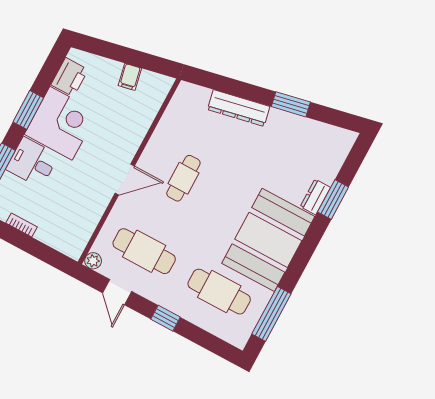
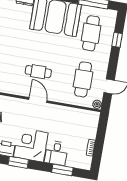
window: (28, 110) -> (18, 162), moved
door: (125, 180) -> (38, 100), moved
window: (166, 318) -> (117, 40), moved

